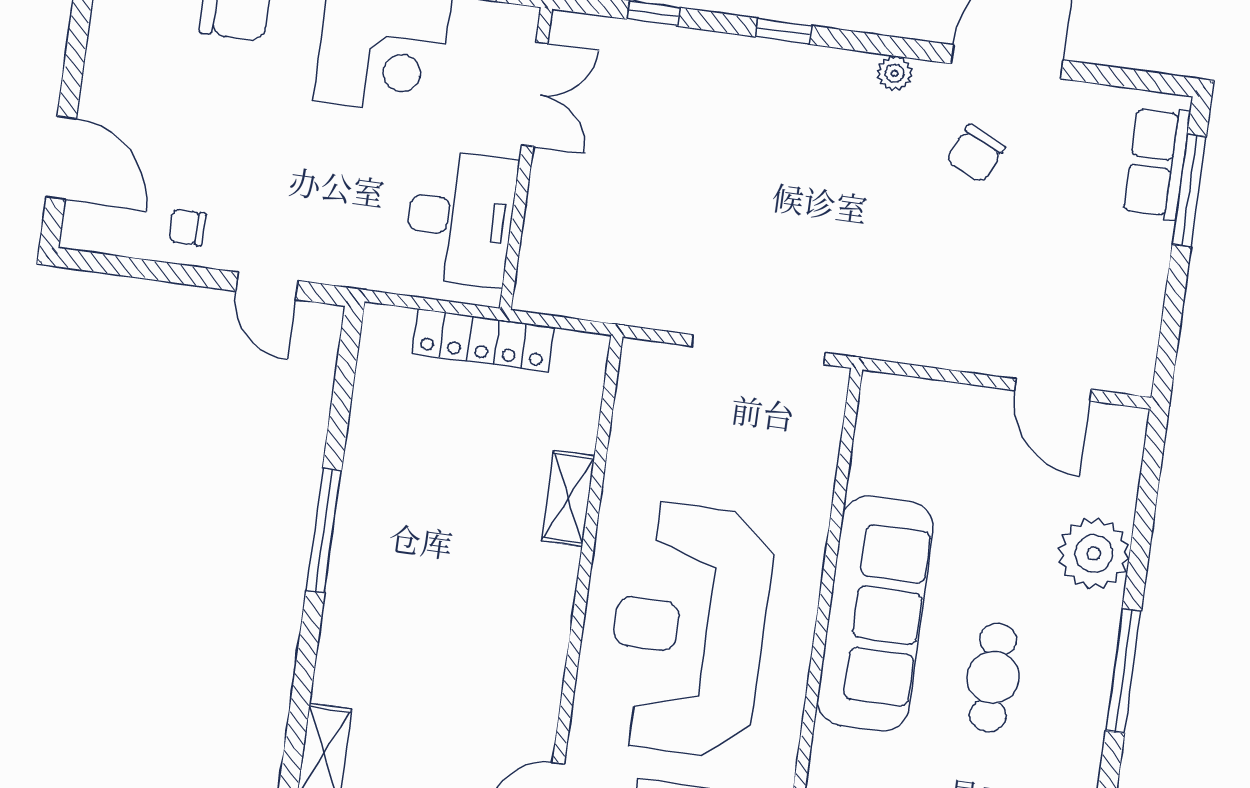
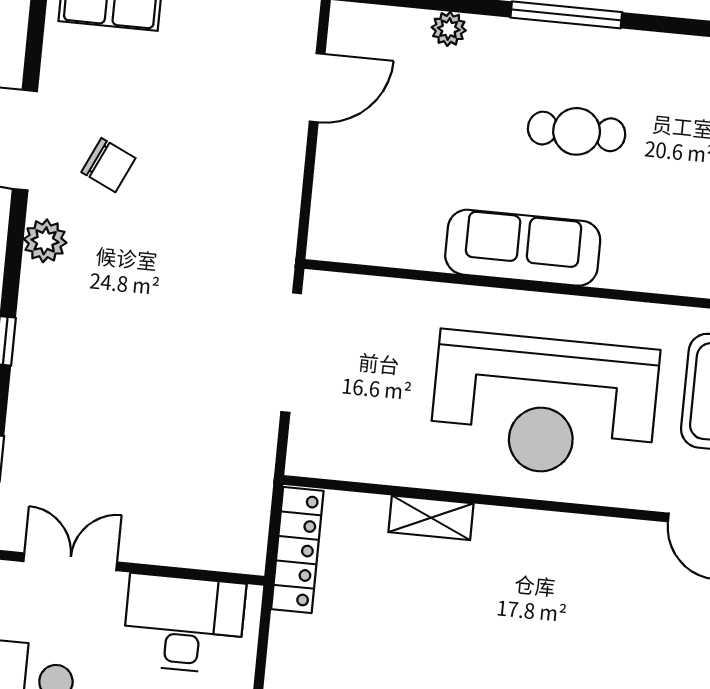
plant: (895, 73) -> (45, 241), width x1.38, depth x1.38
locker: (483, 340) -> (297, 550), moved
plant: (1094, 554) -> (449, 29), width x0.53, depth x0.53
sofa: (875, 614) -> (523, 248), width x0.74, depth x0.79

